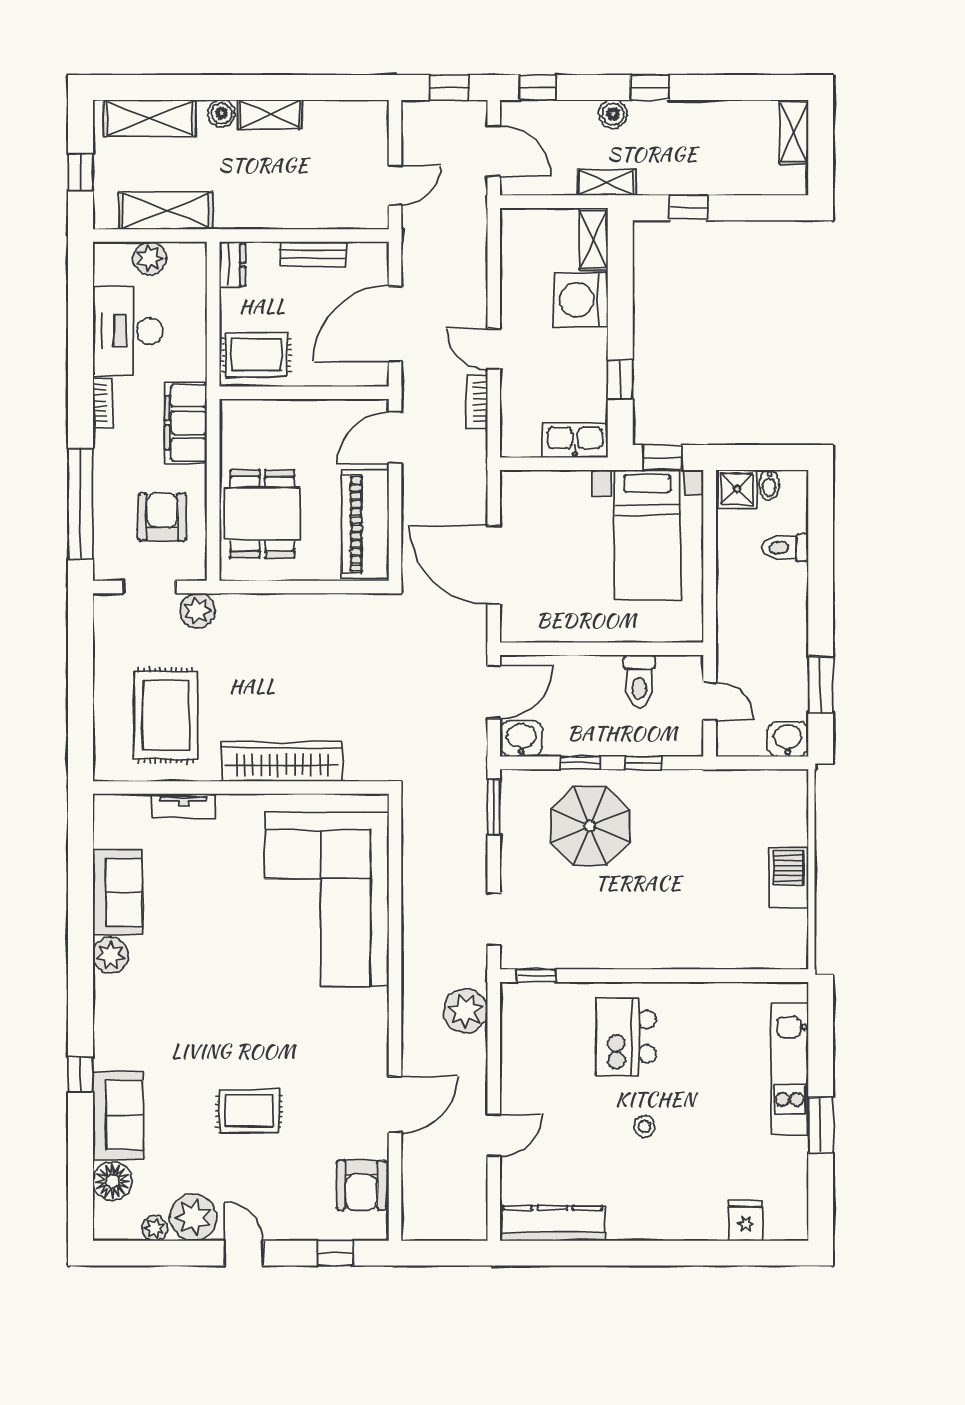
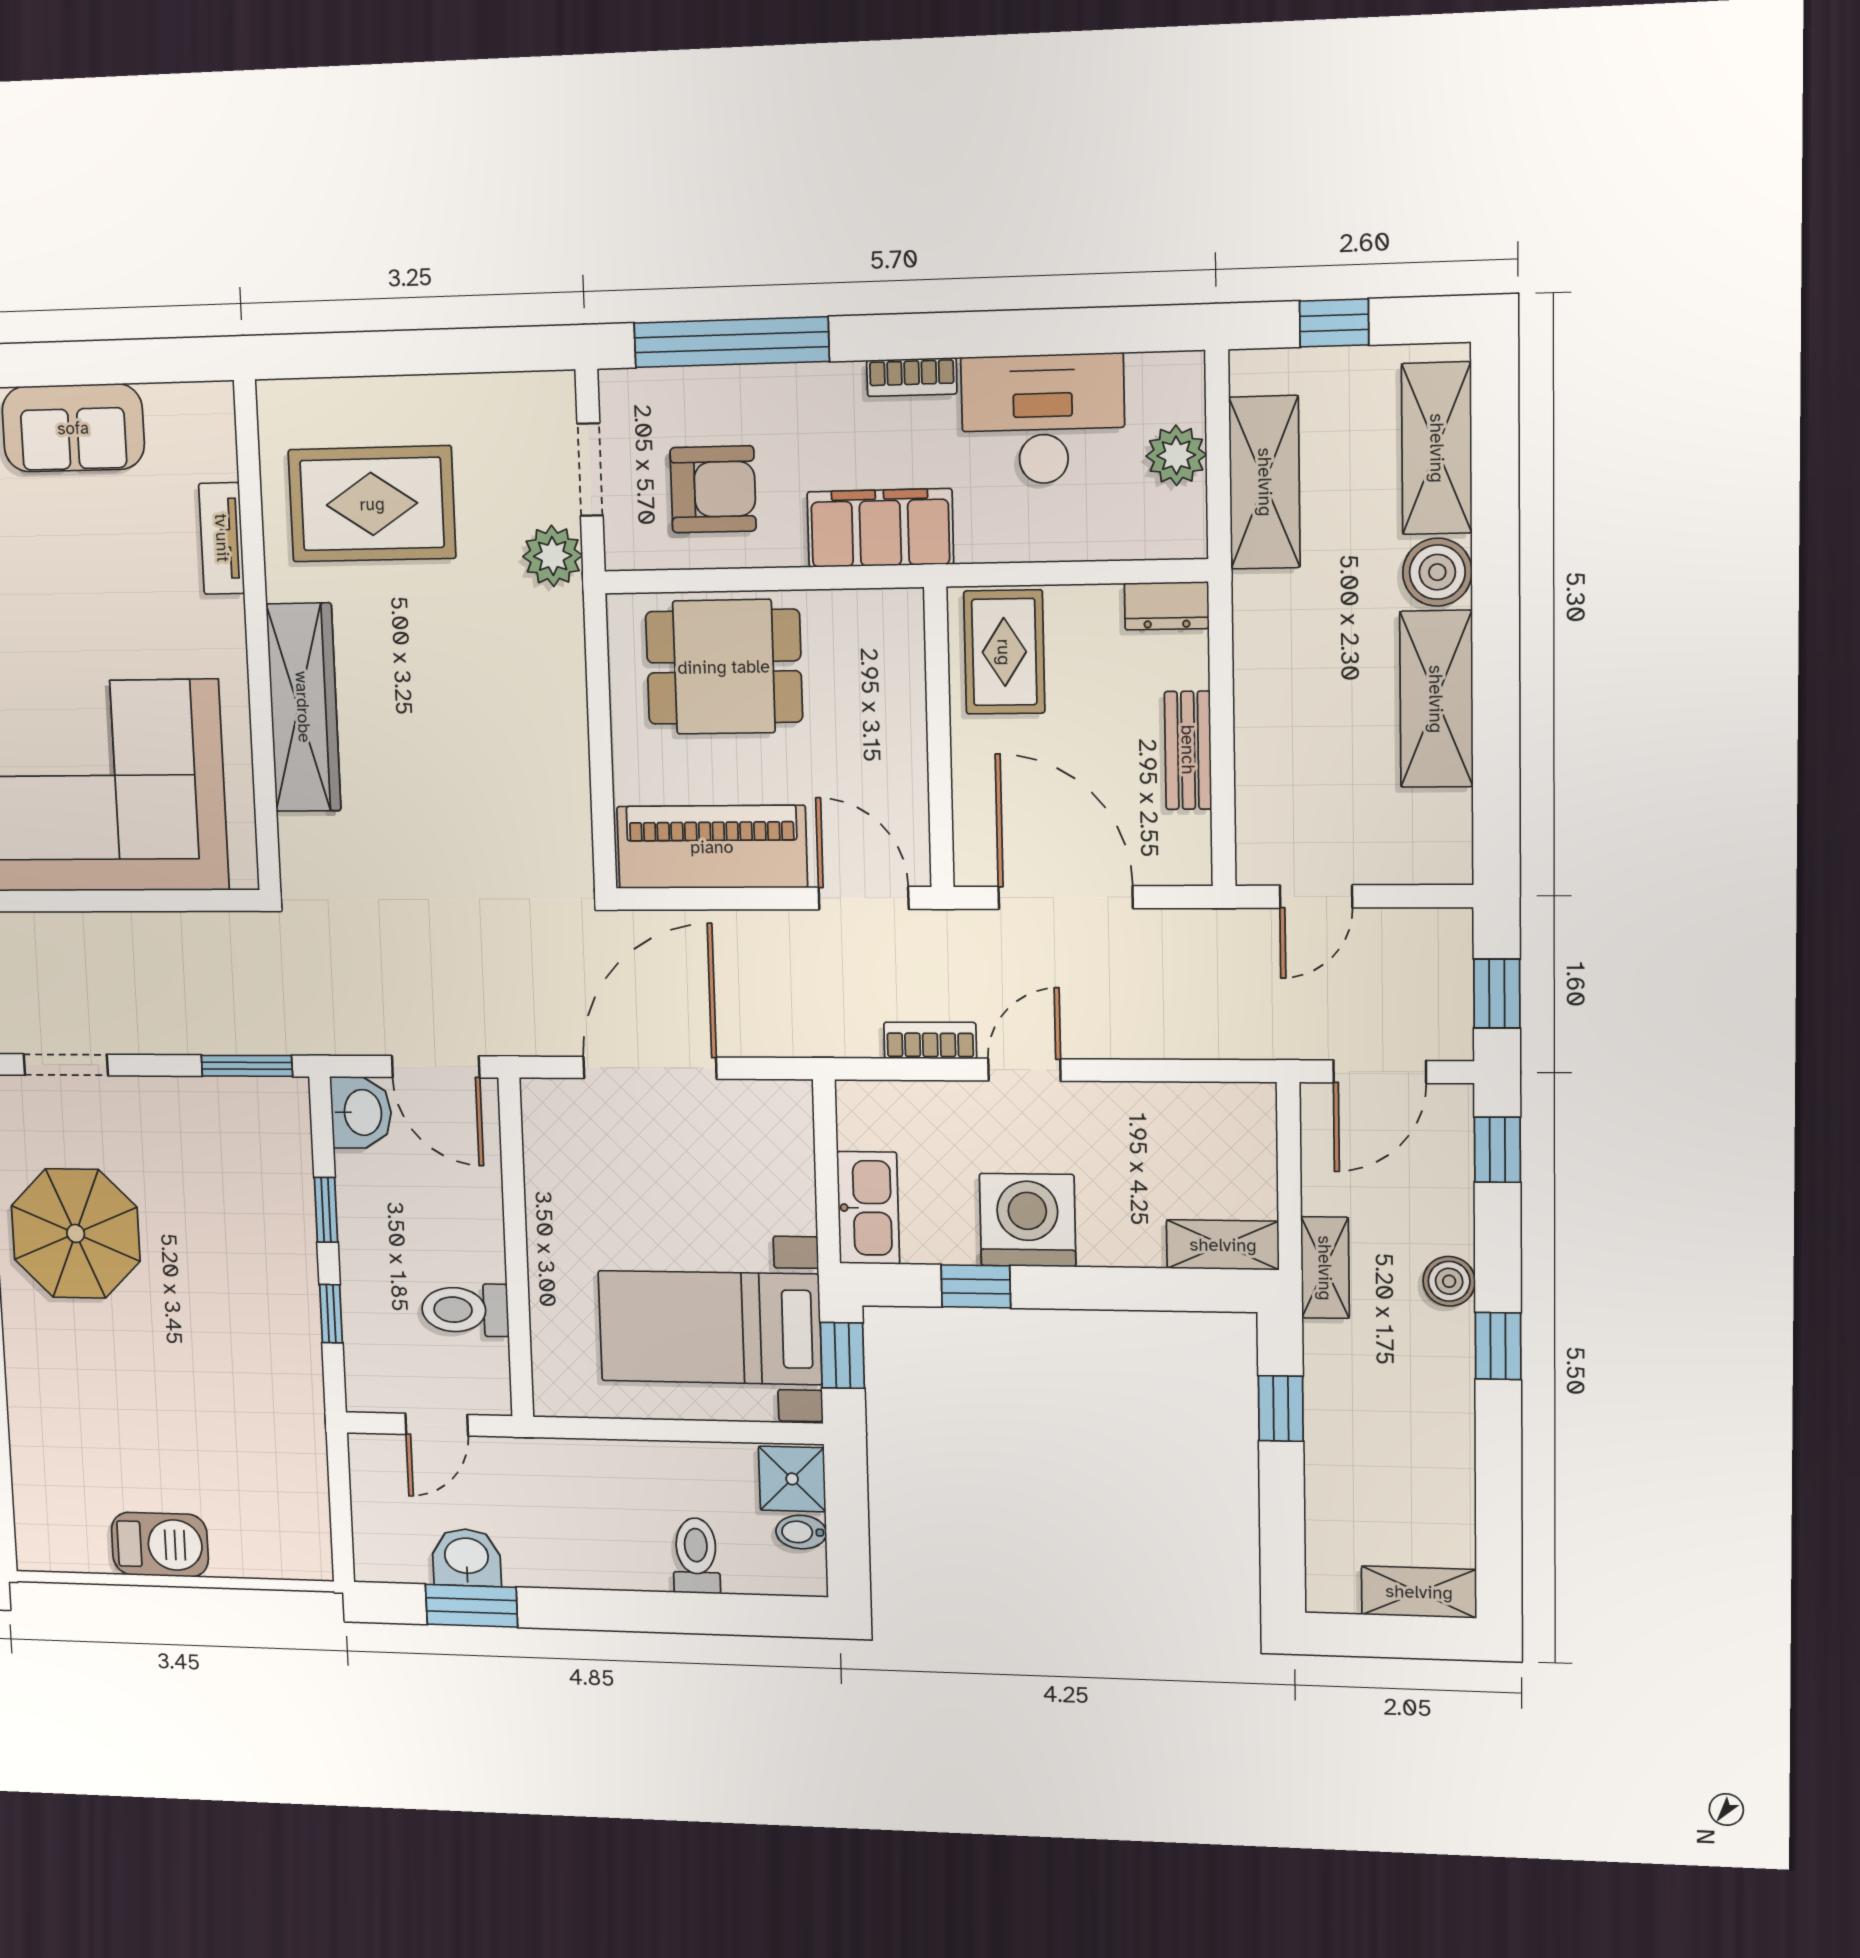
boiler: (222, 113) -> (1437, 572), width x1.36, depth x1.36
shelving: (270, 114) -> (1436, 699), width x1.50, depth x1.33
door: (395, 185) -> (1316, 897), hinge flipped
washing machine: (581, 300) -> (1028, 1220), moved
washbasin: (788, 739) -> (466, 1557), moved, turned -90
parasol: (590, 826) -> (76, 1233), moved

